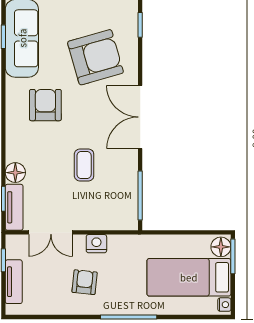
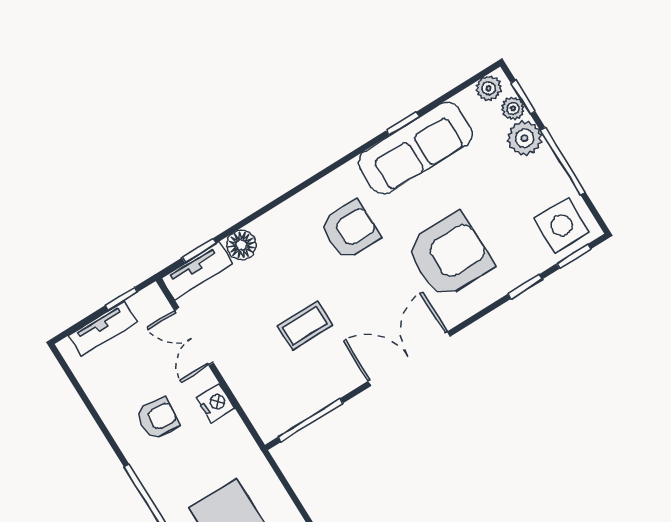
armchair: (95, 57) -> (449, 256), turned -74

